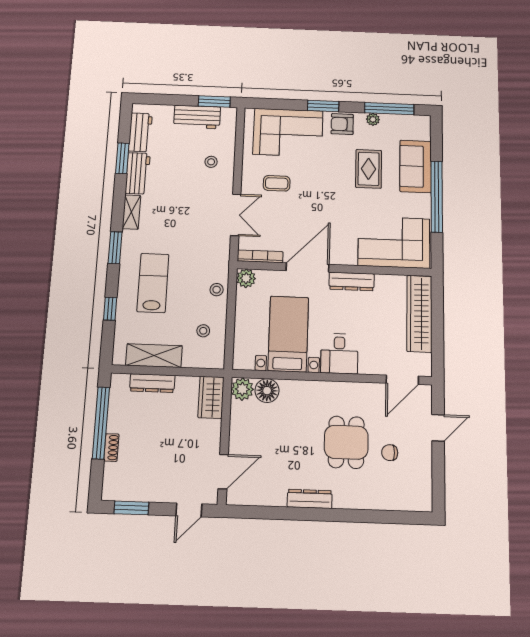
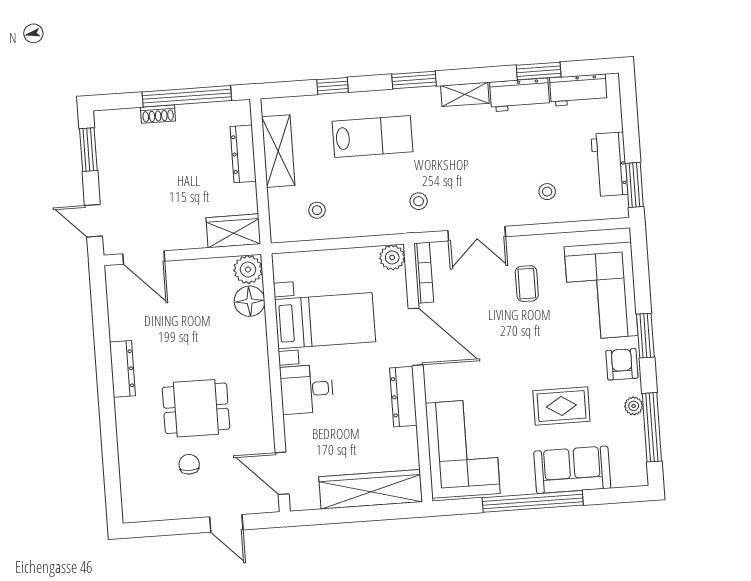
stool: (217, 290) -> (419, 201), moved

